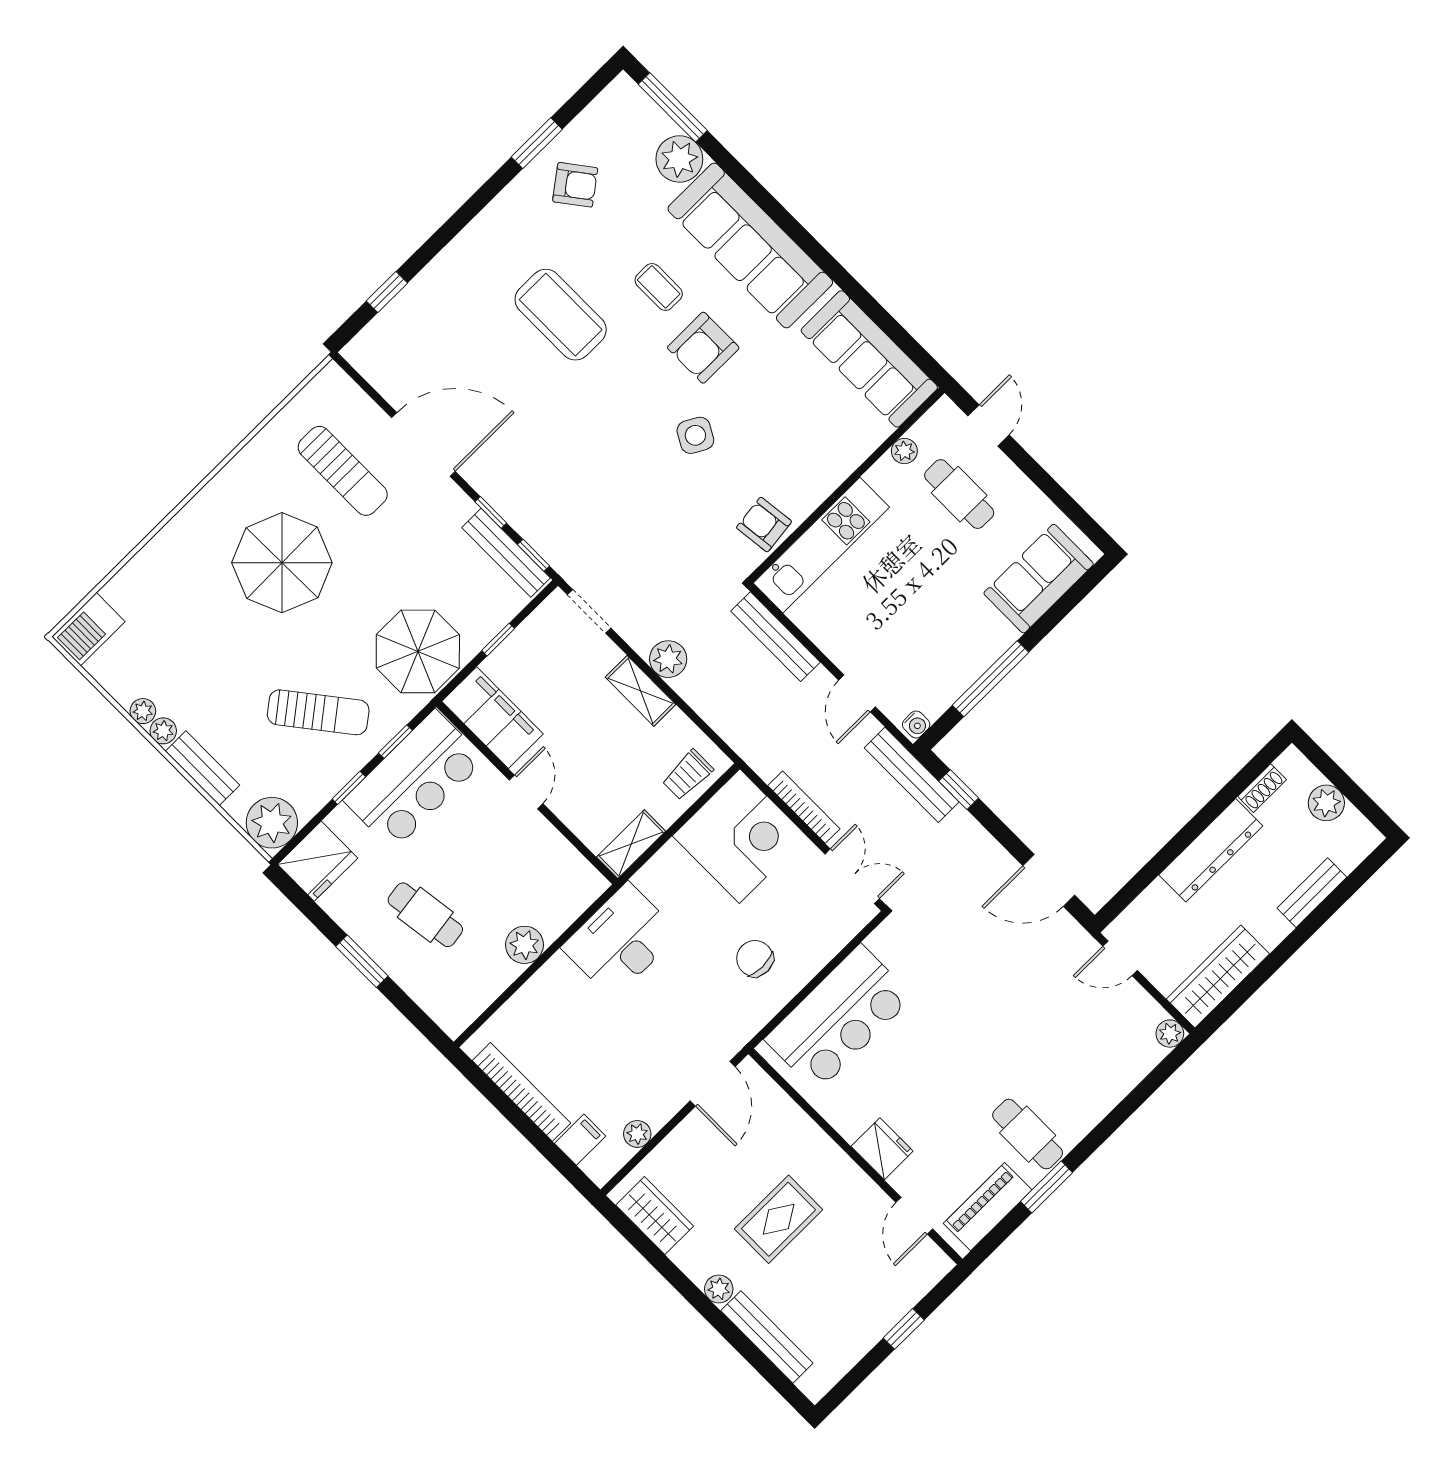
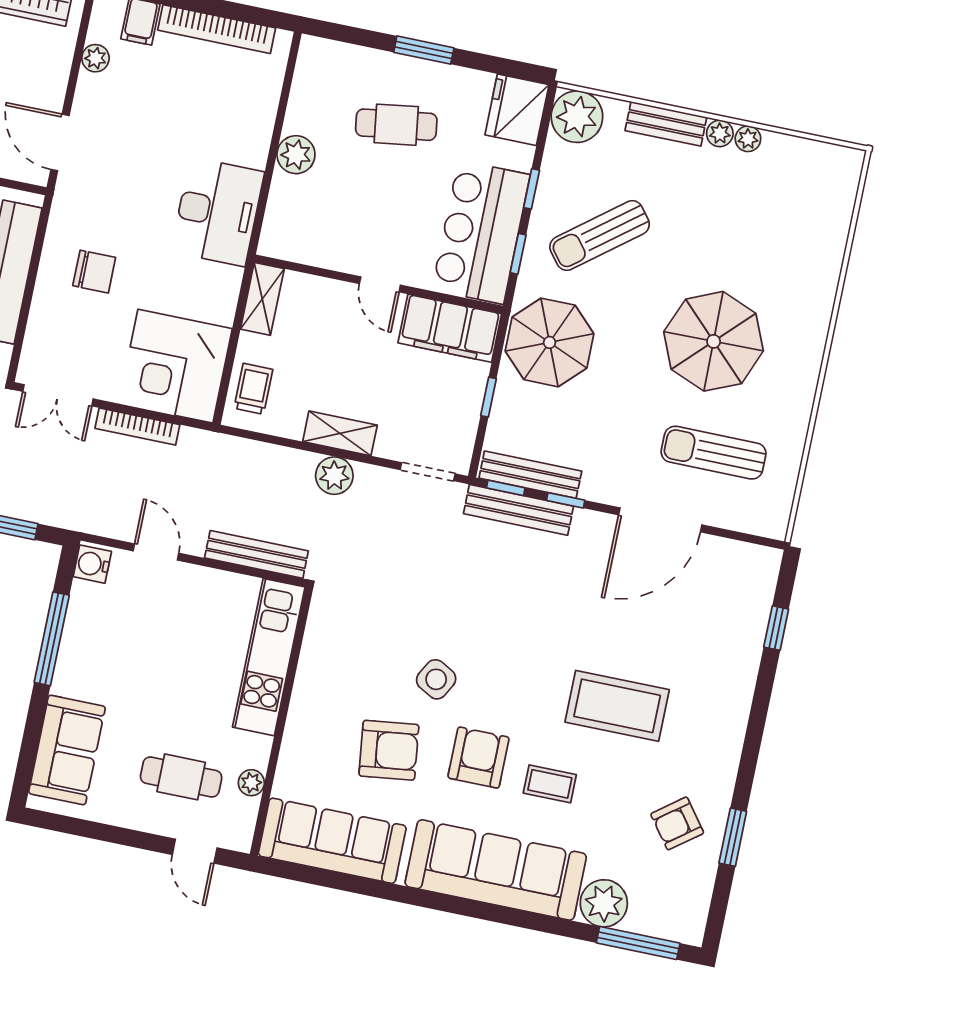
armchair: (764, 525) -> (389, 750), moved, width x1.38, depth x1.38
barbecue: (88, 629) -> (840, 177), removed
water cooler: (916, 725) -> (92, 564), width x1.38, depth x1.38
bench: (912, 775) -> (519, 510), moved

